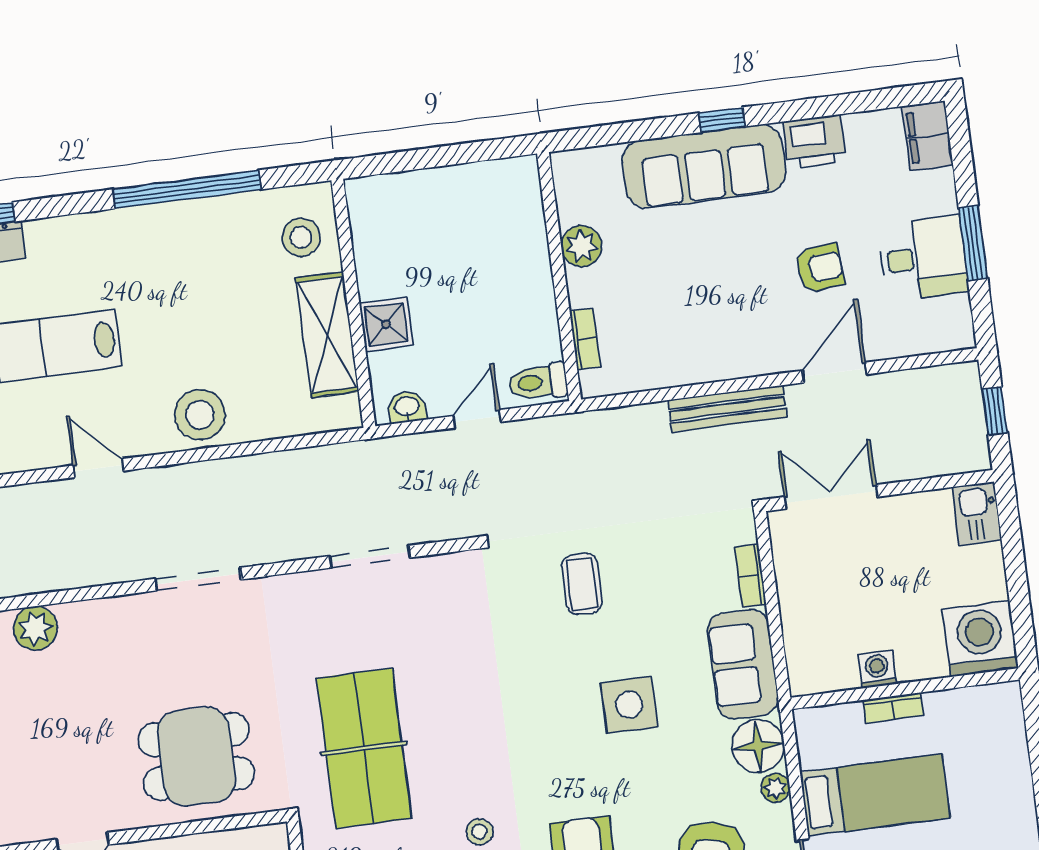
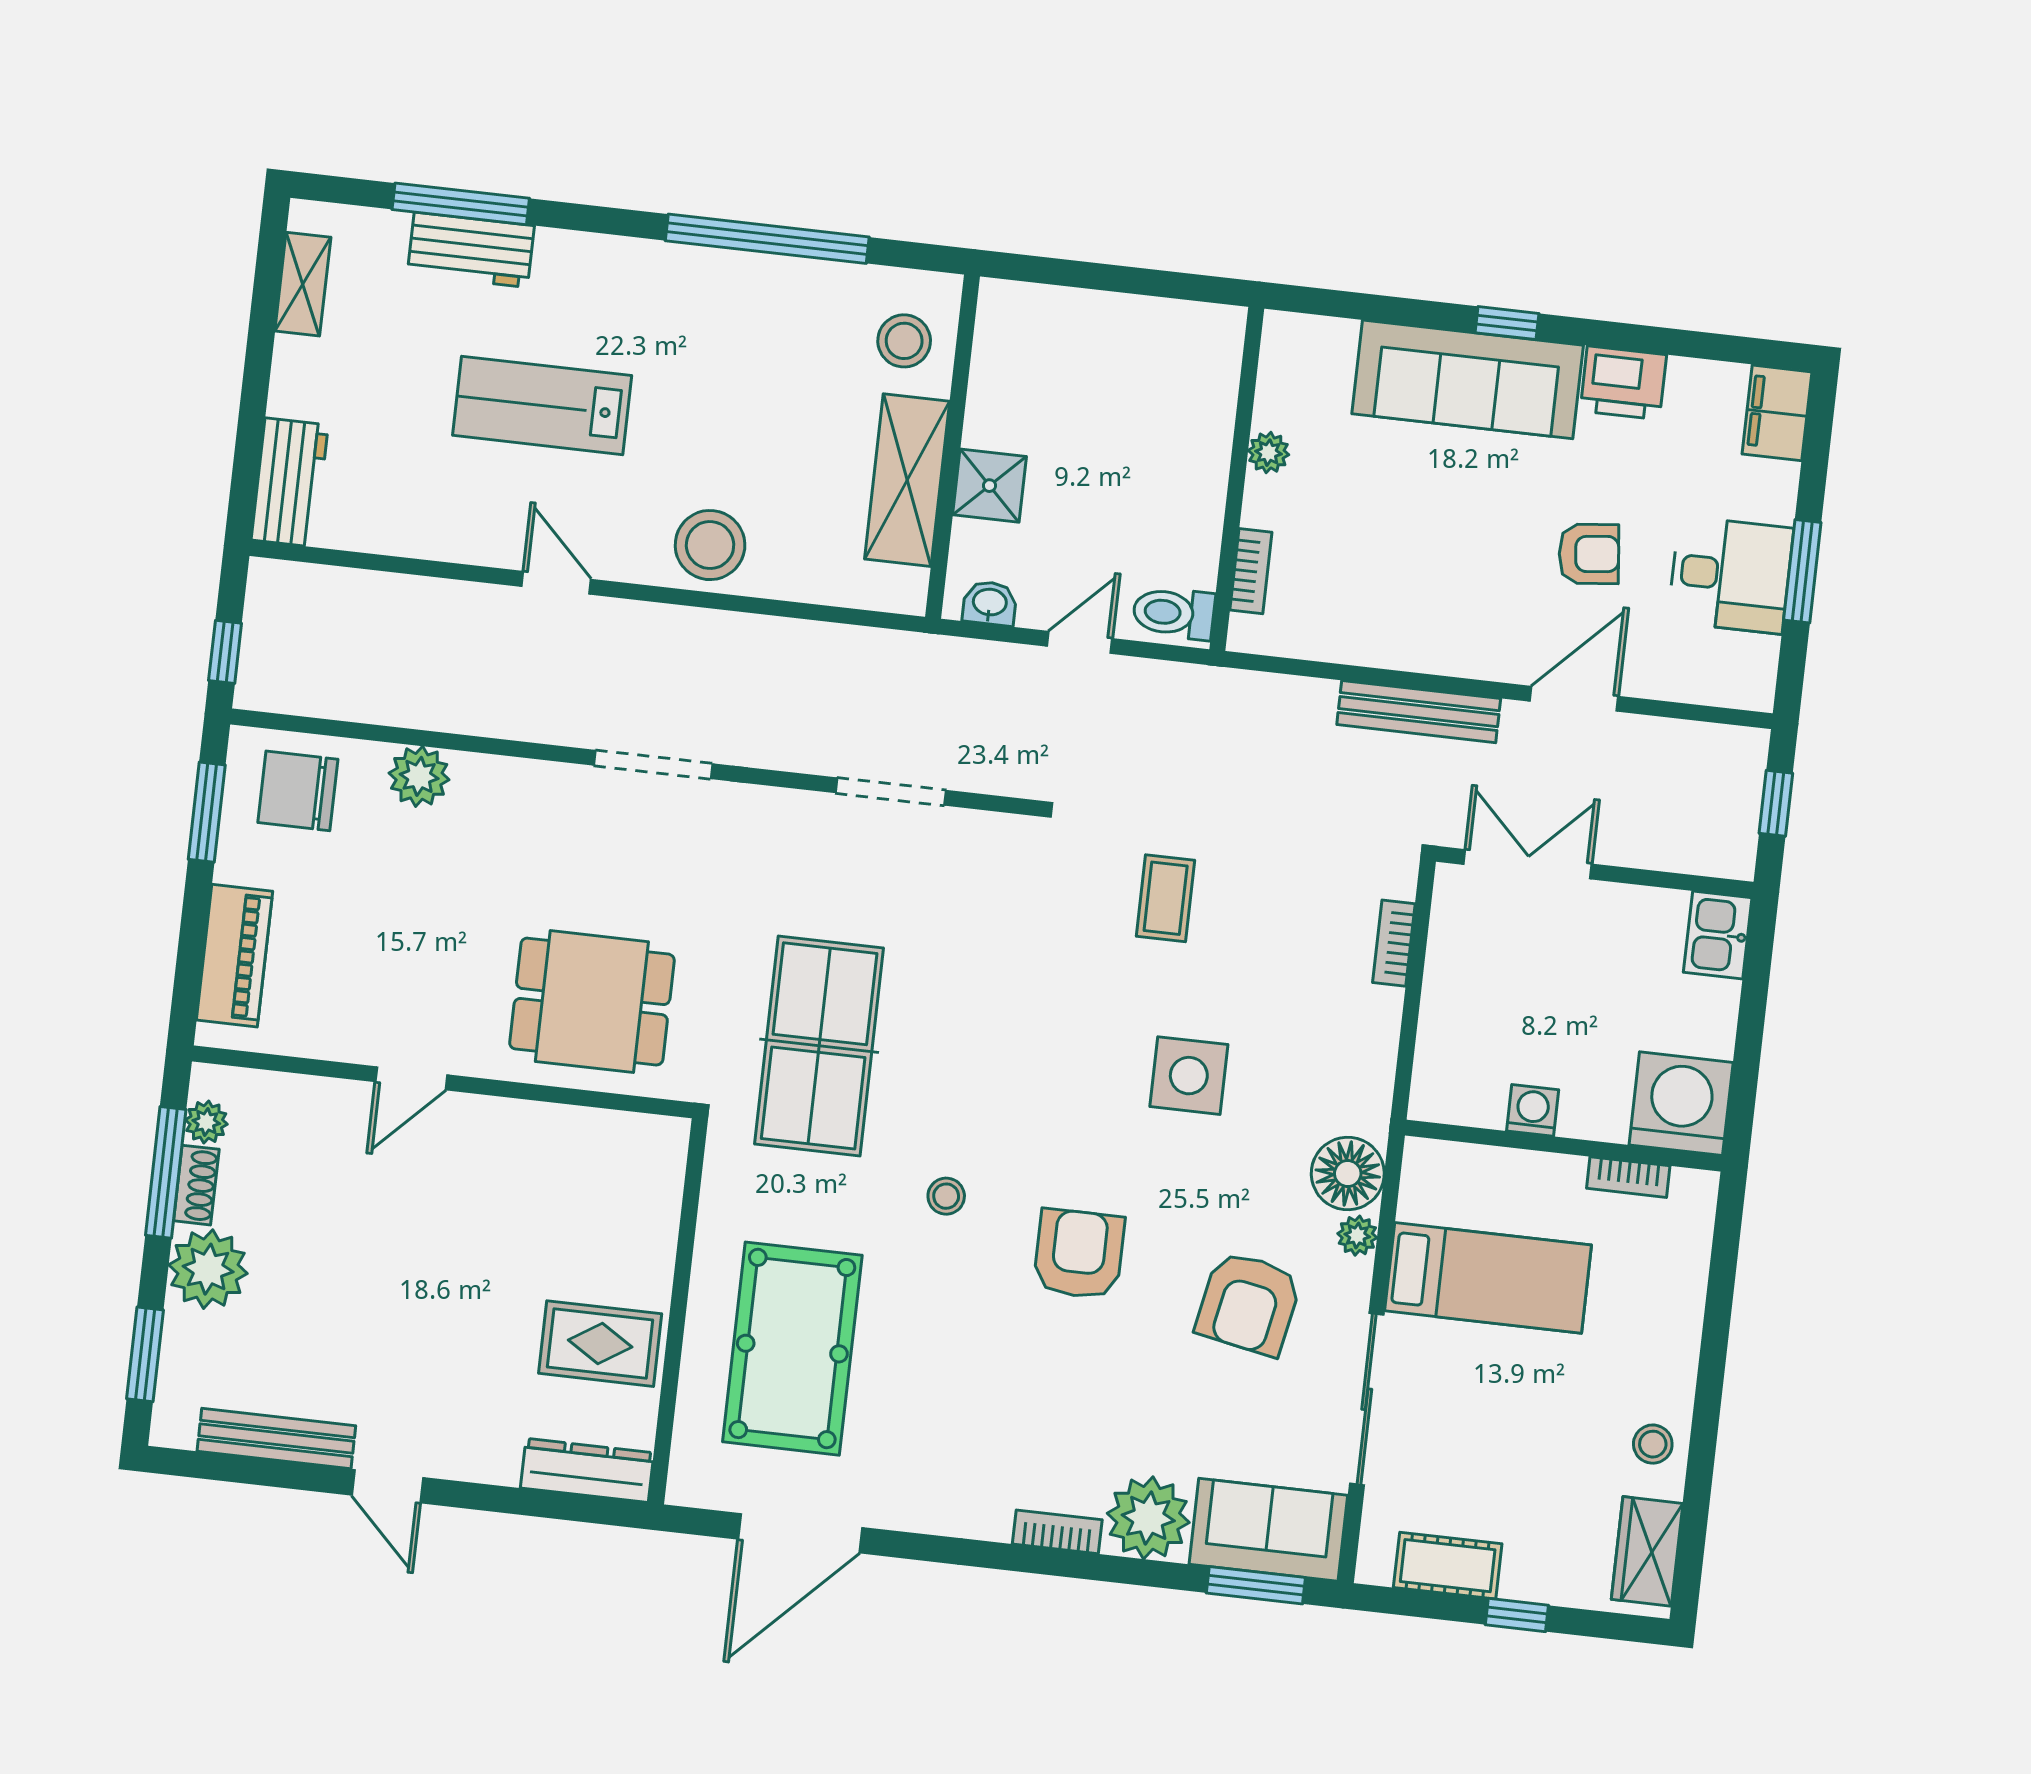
plant: (582, 246) -> (1268, 453), width x0.73, depth x0.73
sofa: (743, 664) -> (1354, 1059), removed
bookcase: (893, 708) -> (1628, 1177), moved

